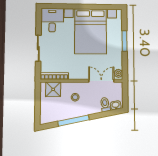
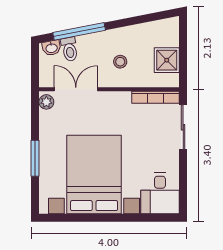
sliding door: (38, 48) -> (183, 127), moved
double door: (101, 81) -> (76, 89), swing flipped
shower: (53, 89) -> (167, 60), moved
window: (73, 121) -> (79, 31), moved

